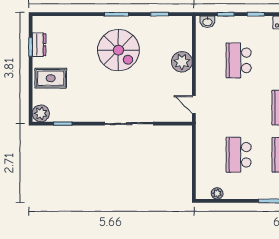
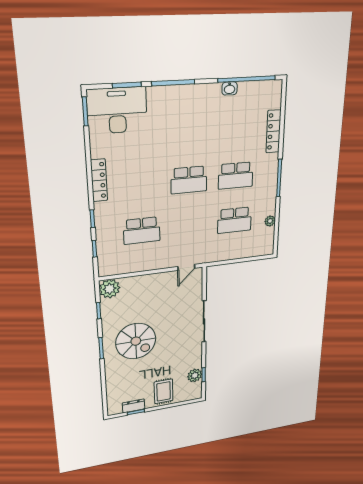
washbasin: (207, 22) -> (103, 265), removed
spiral stairs: (118, 50) -> (136, 341), turned 90
plant: (182, 62) -> (110, 289), moved
plant: (41, 113) -> (195, 375), moved
plant: (217, 193) -> (270, 221), moved

